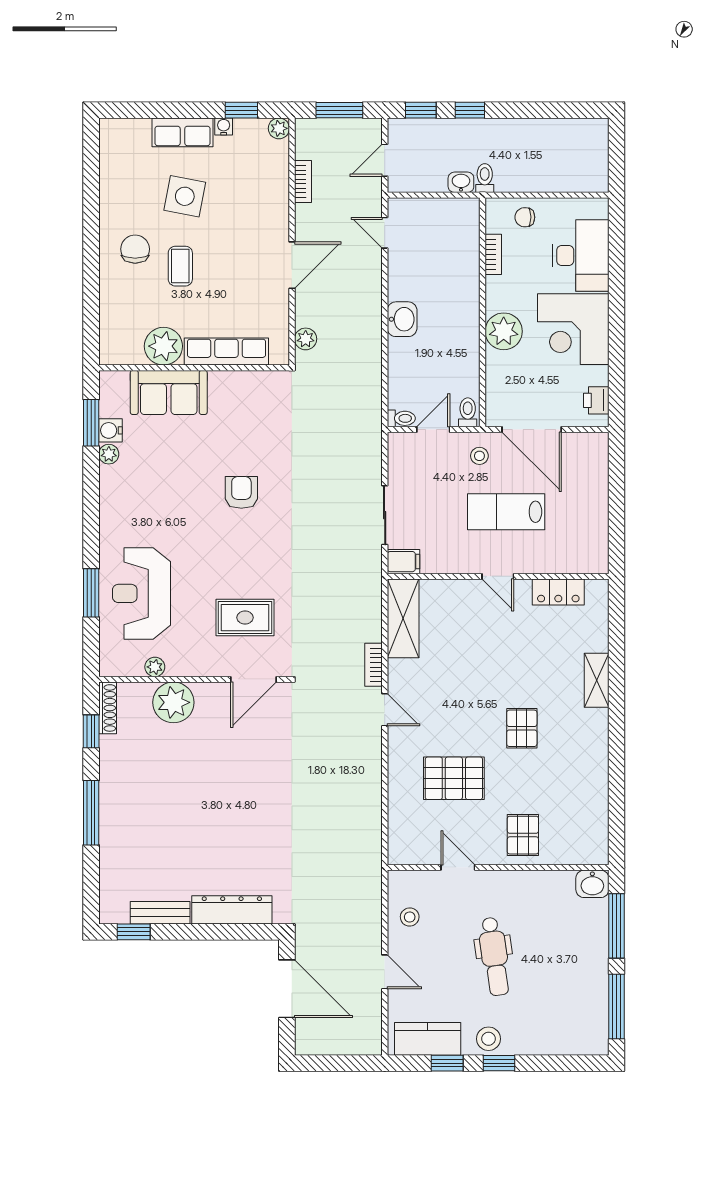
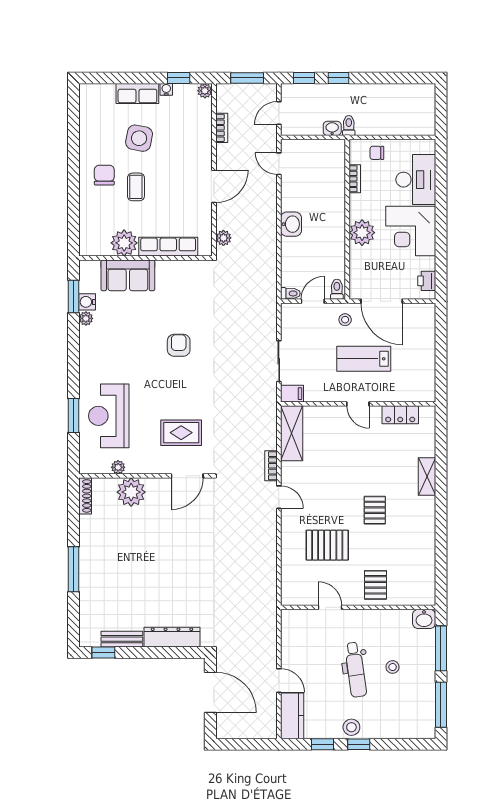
window: (91, 731) -> (74, 512), removed
stool: (410, 917) -> (393, 667), moved
kitchen counter: (428, 1039) -> (292, 716), moved, turned 90

